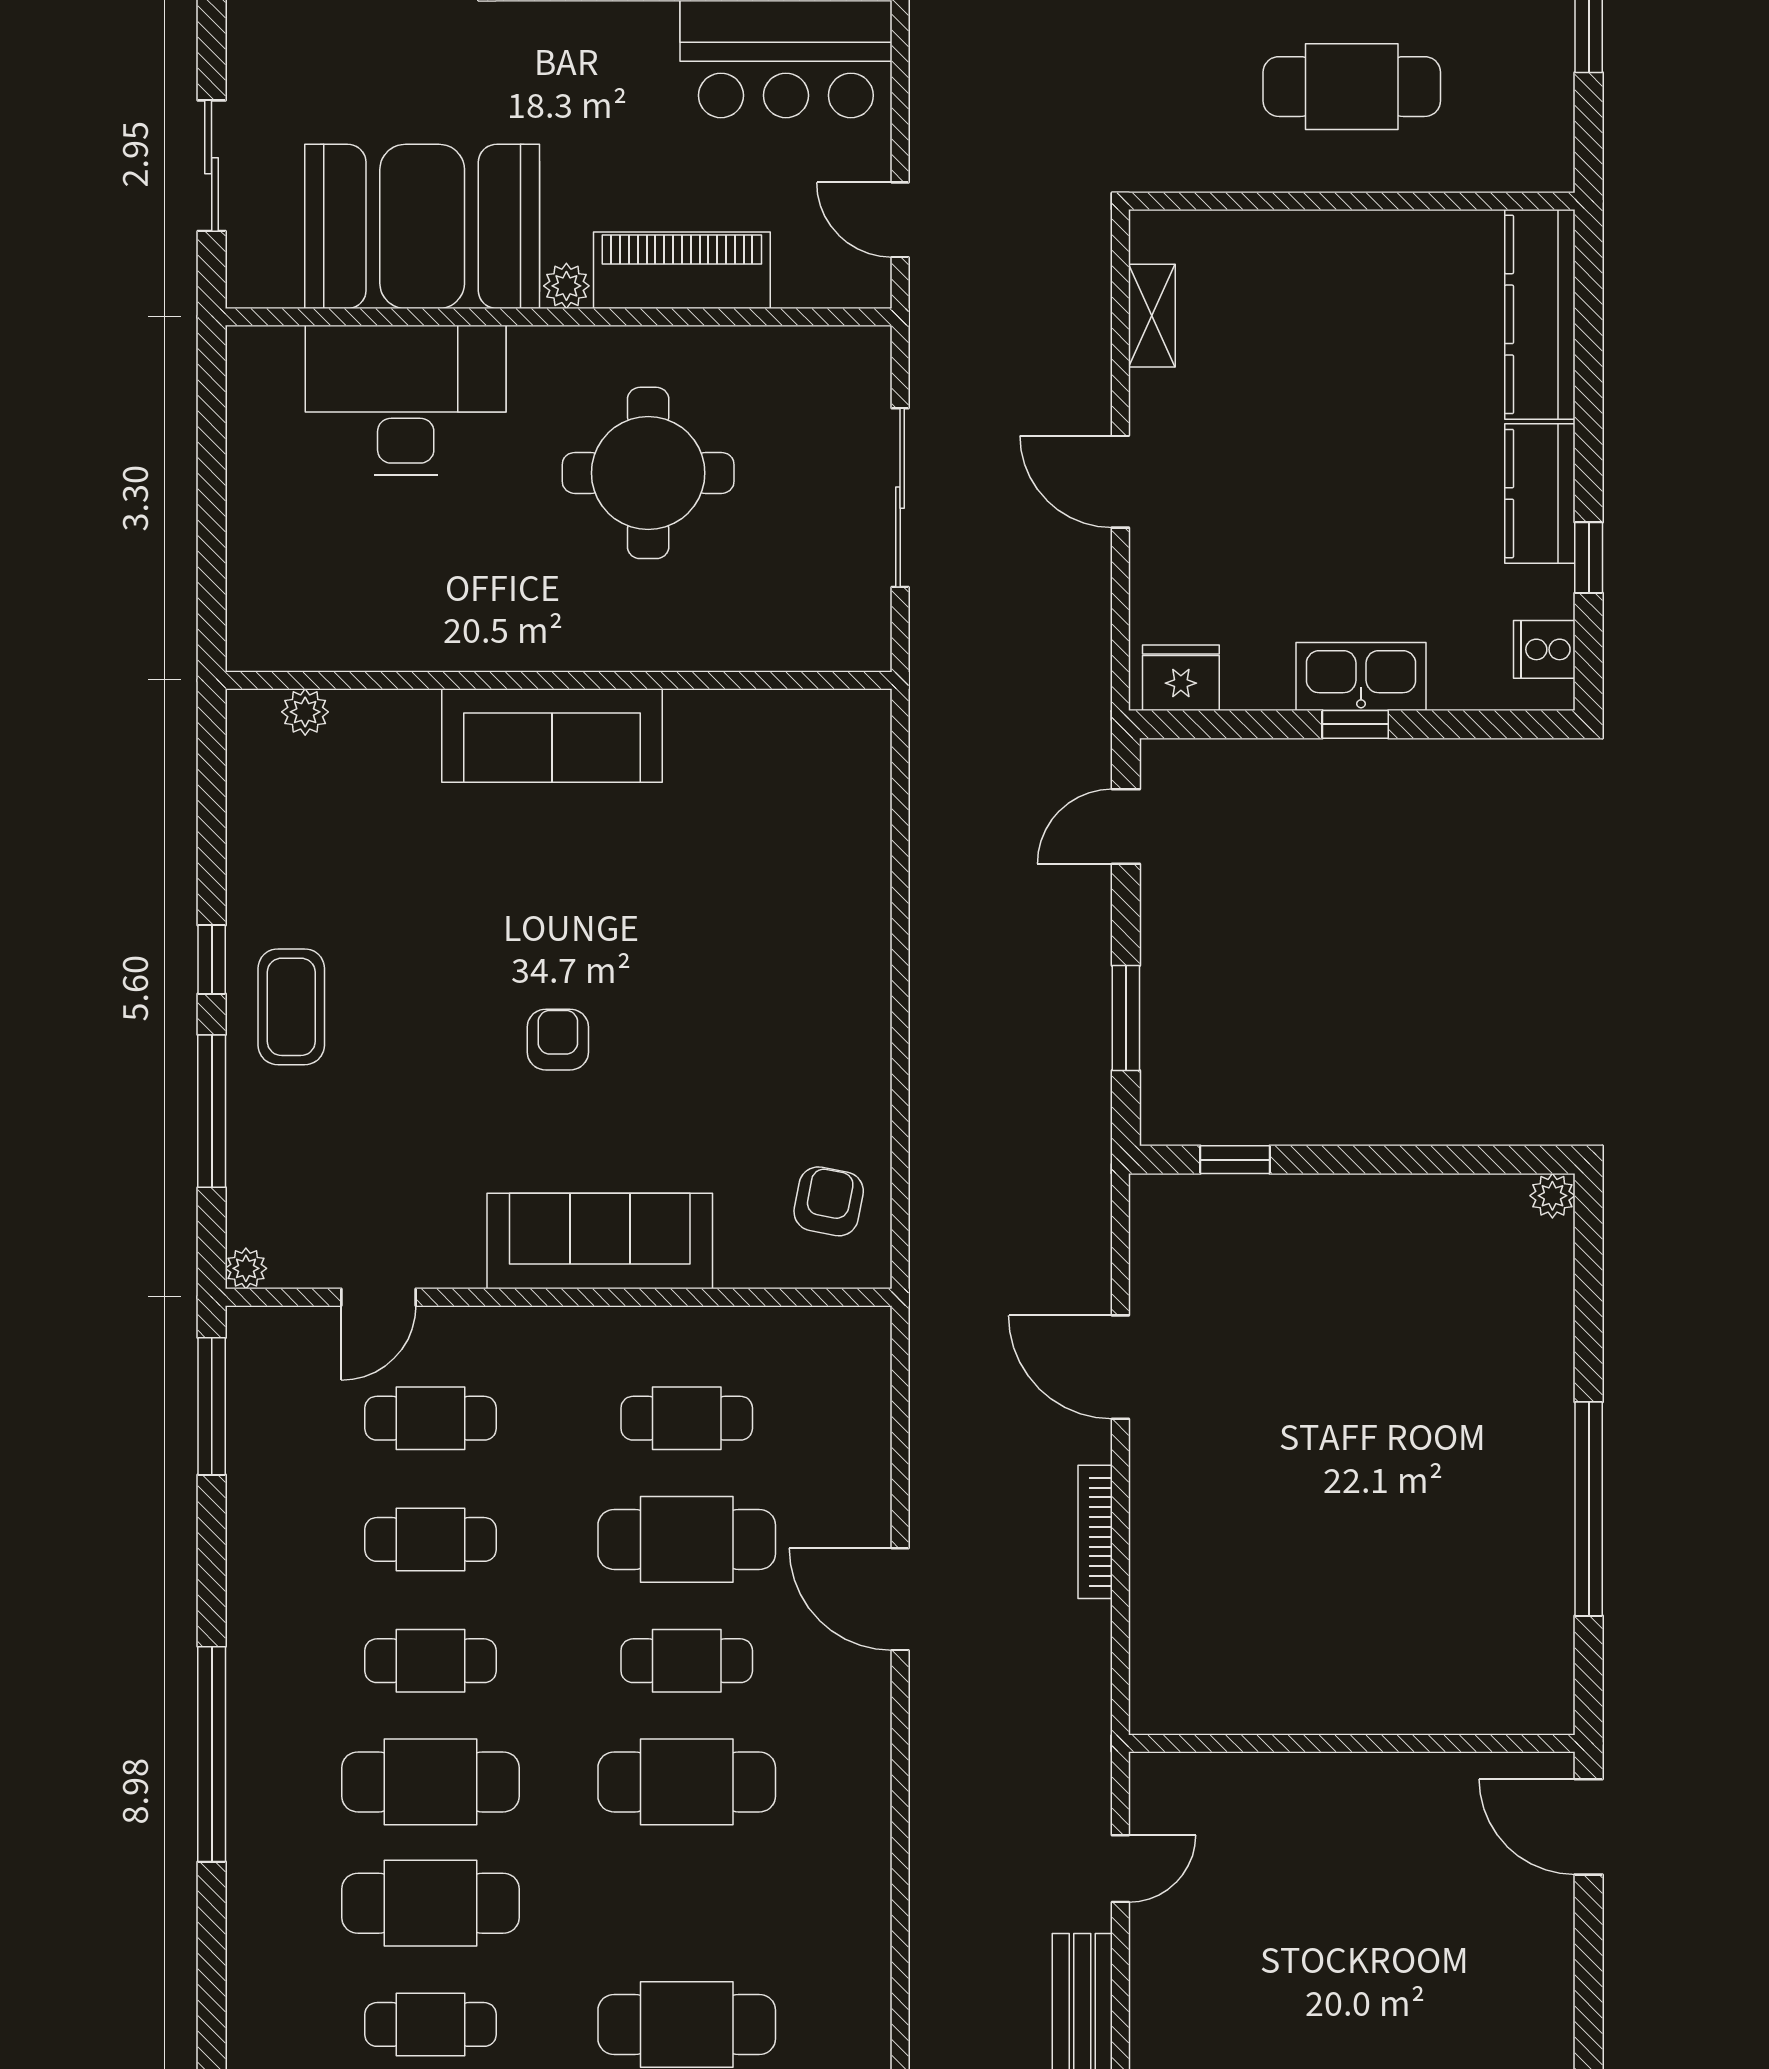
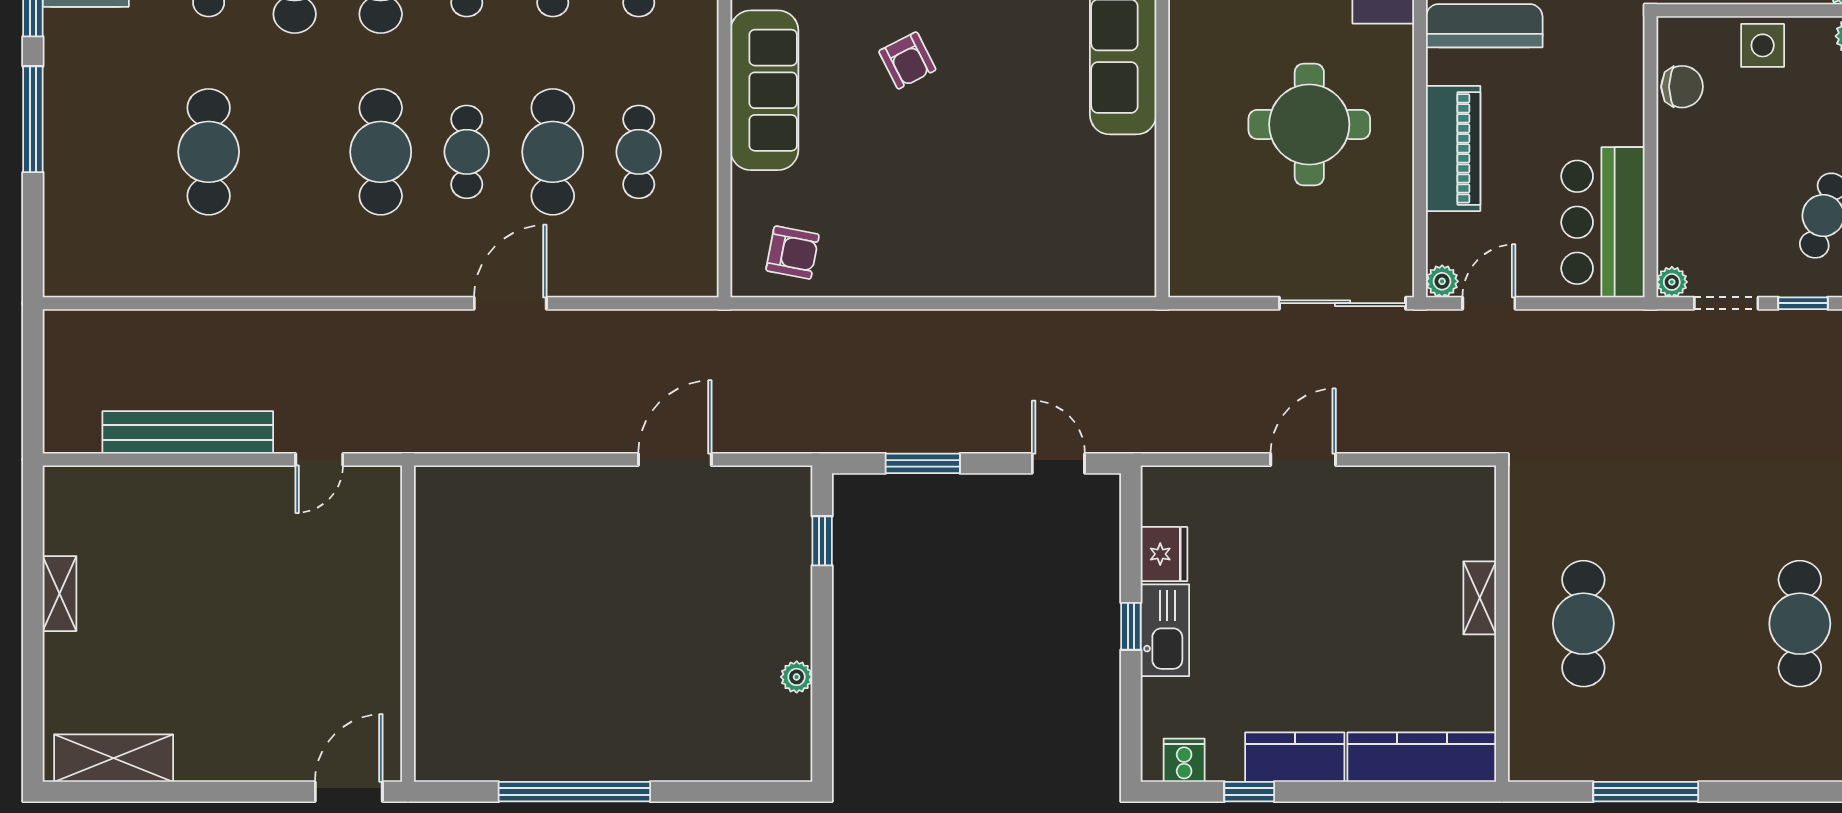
plant: (566, 286) -> (1442, 281), moved
shelving: (1152, 316) -> (1480, 598), moved, turned 90
sliding door: (900, 498) -> (1343, 303), moved
fridge: (1181, 678) -> (1164, 554), moved
armchair: (558, 1040) -> (907, 60), turned 63
plant: (1552, 1196) -> (797, 677), moved
bookcase: (1095, 1532) -> (558, 442), removed
door: (1120, 1869) -> (319, 460), hinge flipped

